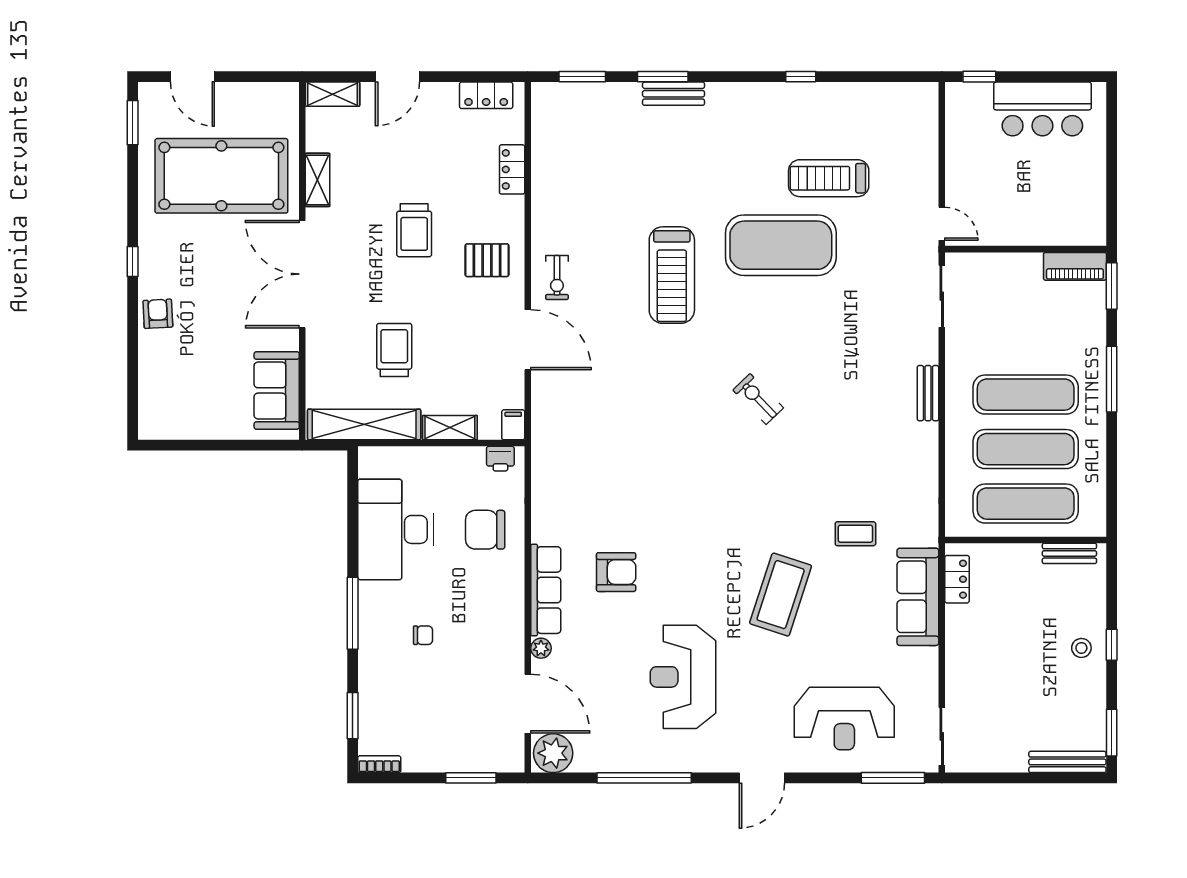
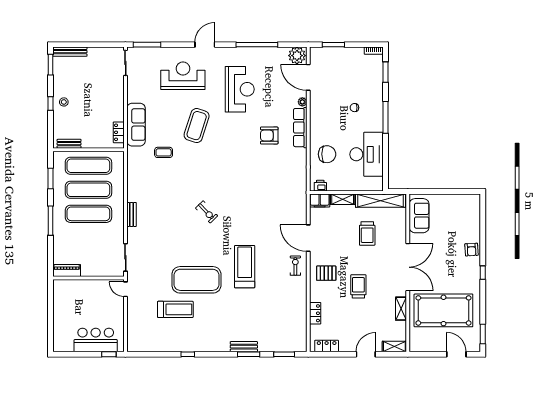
bar counter: (1042, 109) -> (96, 340), moved
window: (1112, 286) -> (50, 179), moved
filing cabinet: (513, 425) -> (320, 201), width x2.00
reception desk: (844, 718) -> (183, 76), moved

